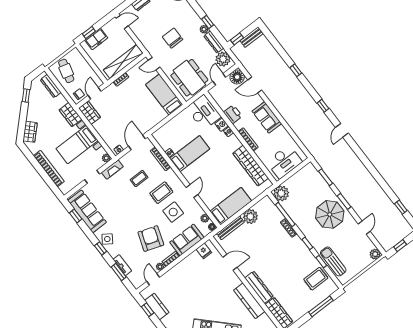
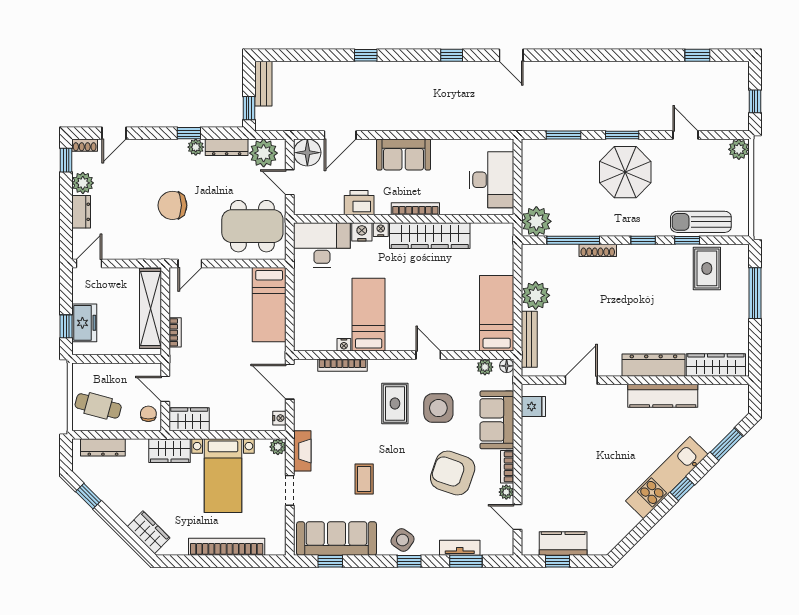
bed: (164, 94) -> (269, 305), moved, turned -90
wardrobe: (251, 166) -> (430, 236), moved
coffee table: (139, 179) -> (364, 479), moved

